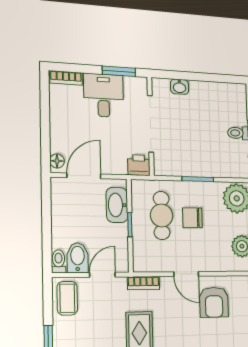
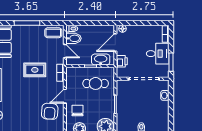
printer: (139, 165) -> (122, 61), moved
door: (84, 176) -> (115, 42), swing flipped
chair: (192, 218) -> (77, 111), moved
armchair: (214, 302) -> (50, 111), turned -86

